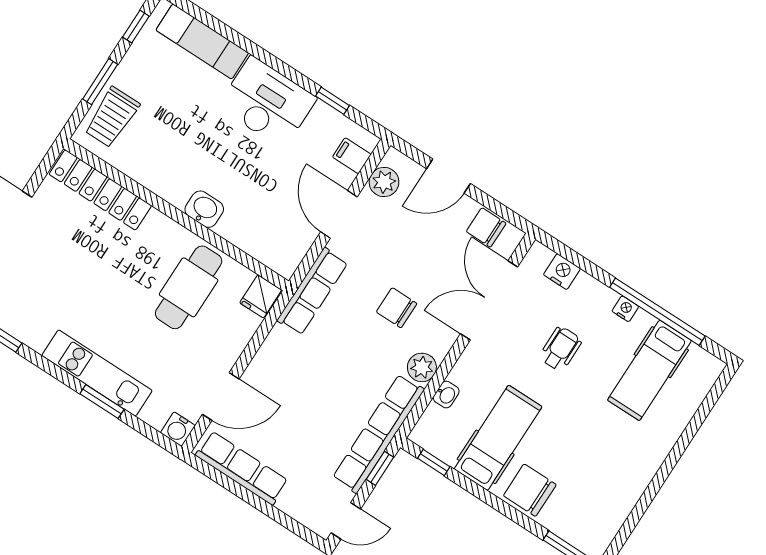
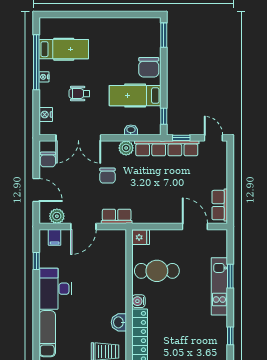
washbasin: (204, 209) -> (119, 322), moved
row of seats: (312, 291) -> (117, 216), width x0.68
water cooler: (178, 429) -> (138, 301), moved, turned 180
row of seats: (242, 468) -> (220, 205), width x0.68

